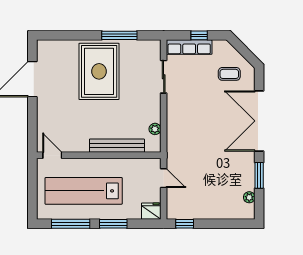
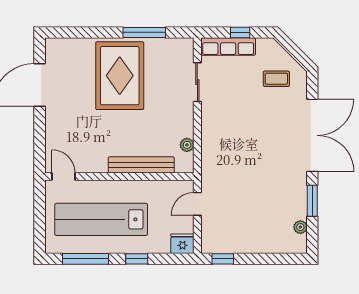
double door: (259, 121) -> (312, 135), swing flipped
door: (164, 178) -> (197, 204), swing flipped
window: (113, 224) -> (137, 259), width x0.67

